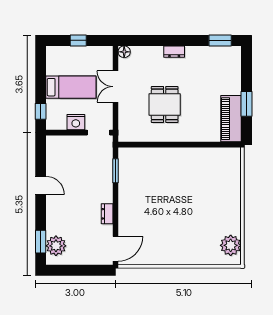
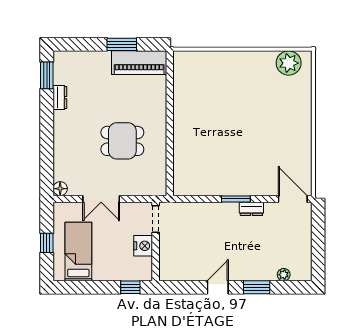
dresser: (174, 52) -> (60, 98), moved
bed: (71, 87) -> (78, 252), moved
window: (115, 171) -> (236, 199), moved
window: (41, 242) -> (257, 287), moved
plant: (56, 246) -> (284, 275), width x0.53, depth x0.53

